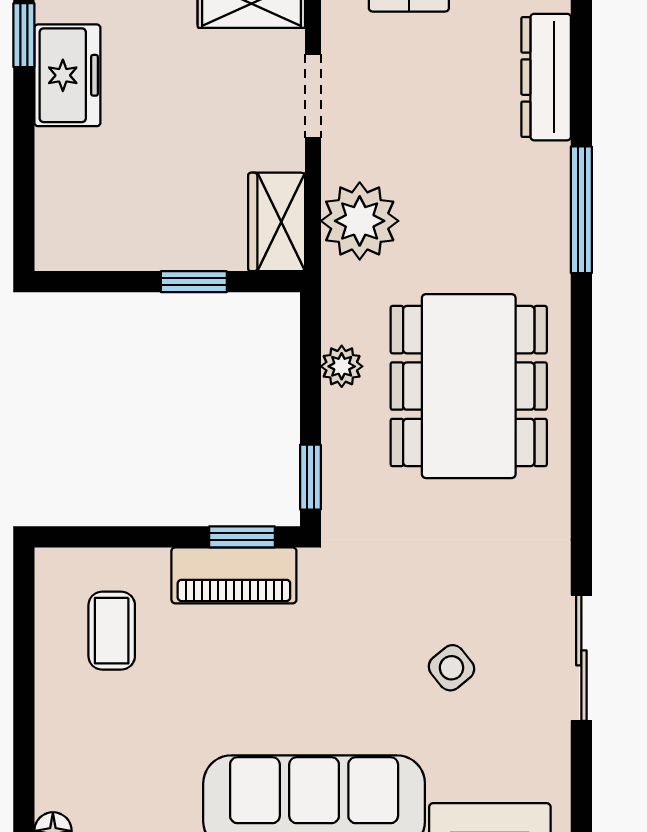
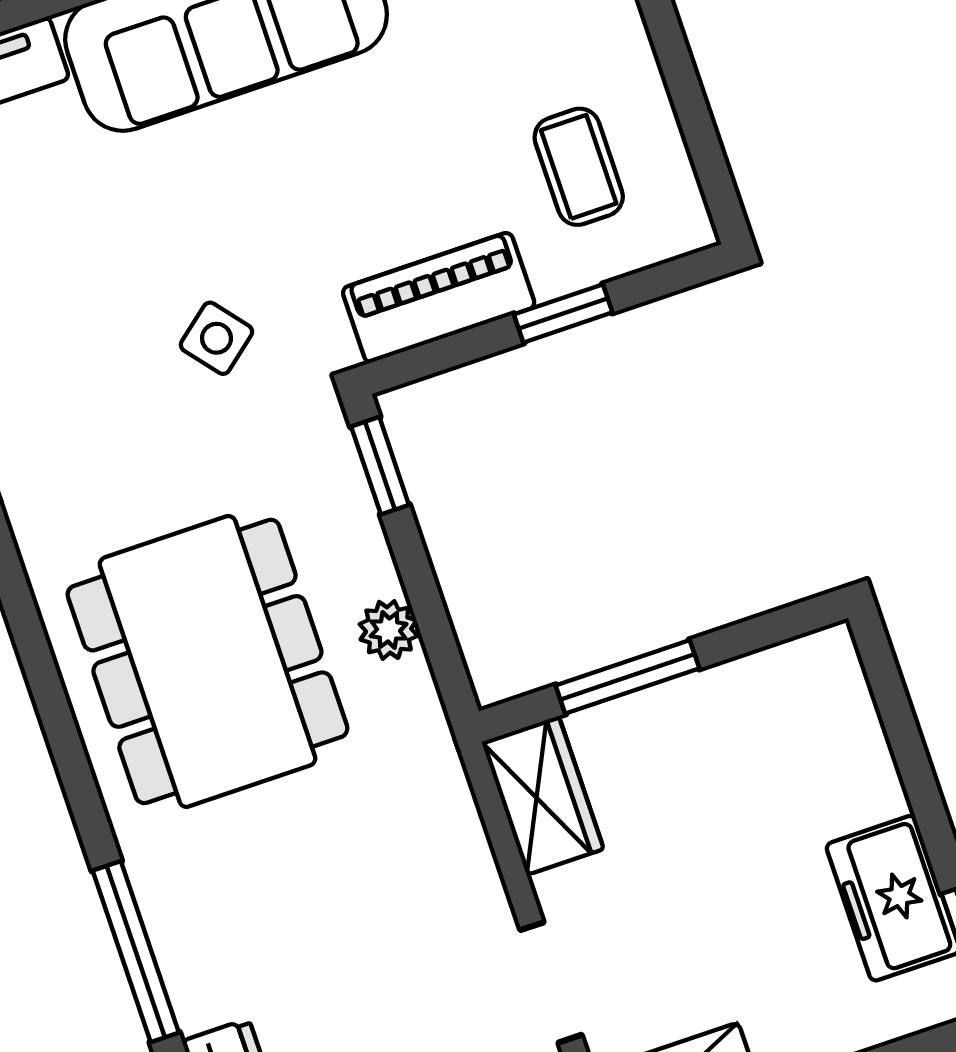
plant: (360, 221) -> (431, 835), removed
window: (194, 282) -> (627, 677), width x1.50
window: (242, 537) -> (563, 313), moved
side table: (451, 668) -> (217, 338), moved

